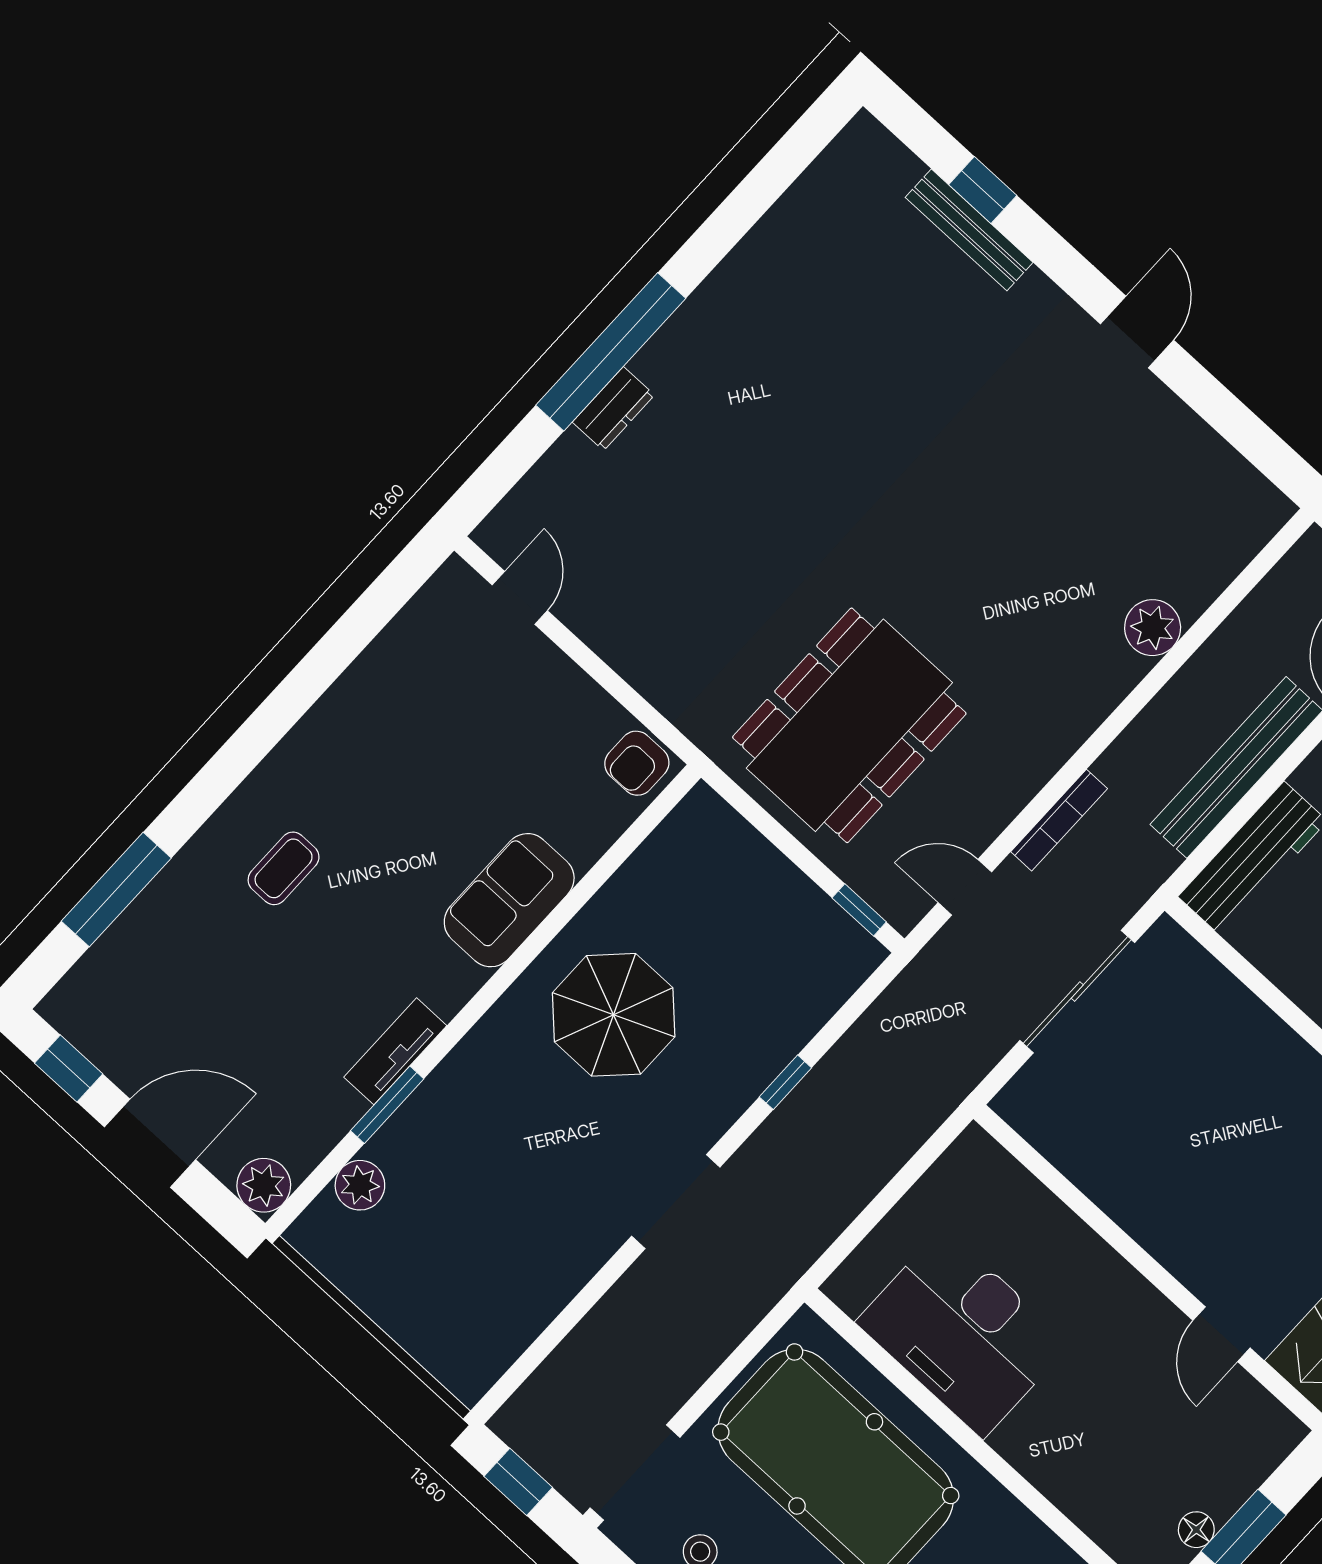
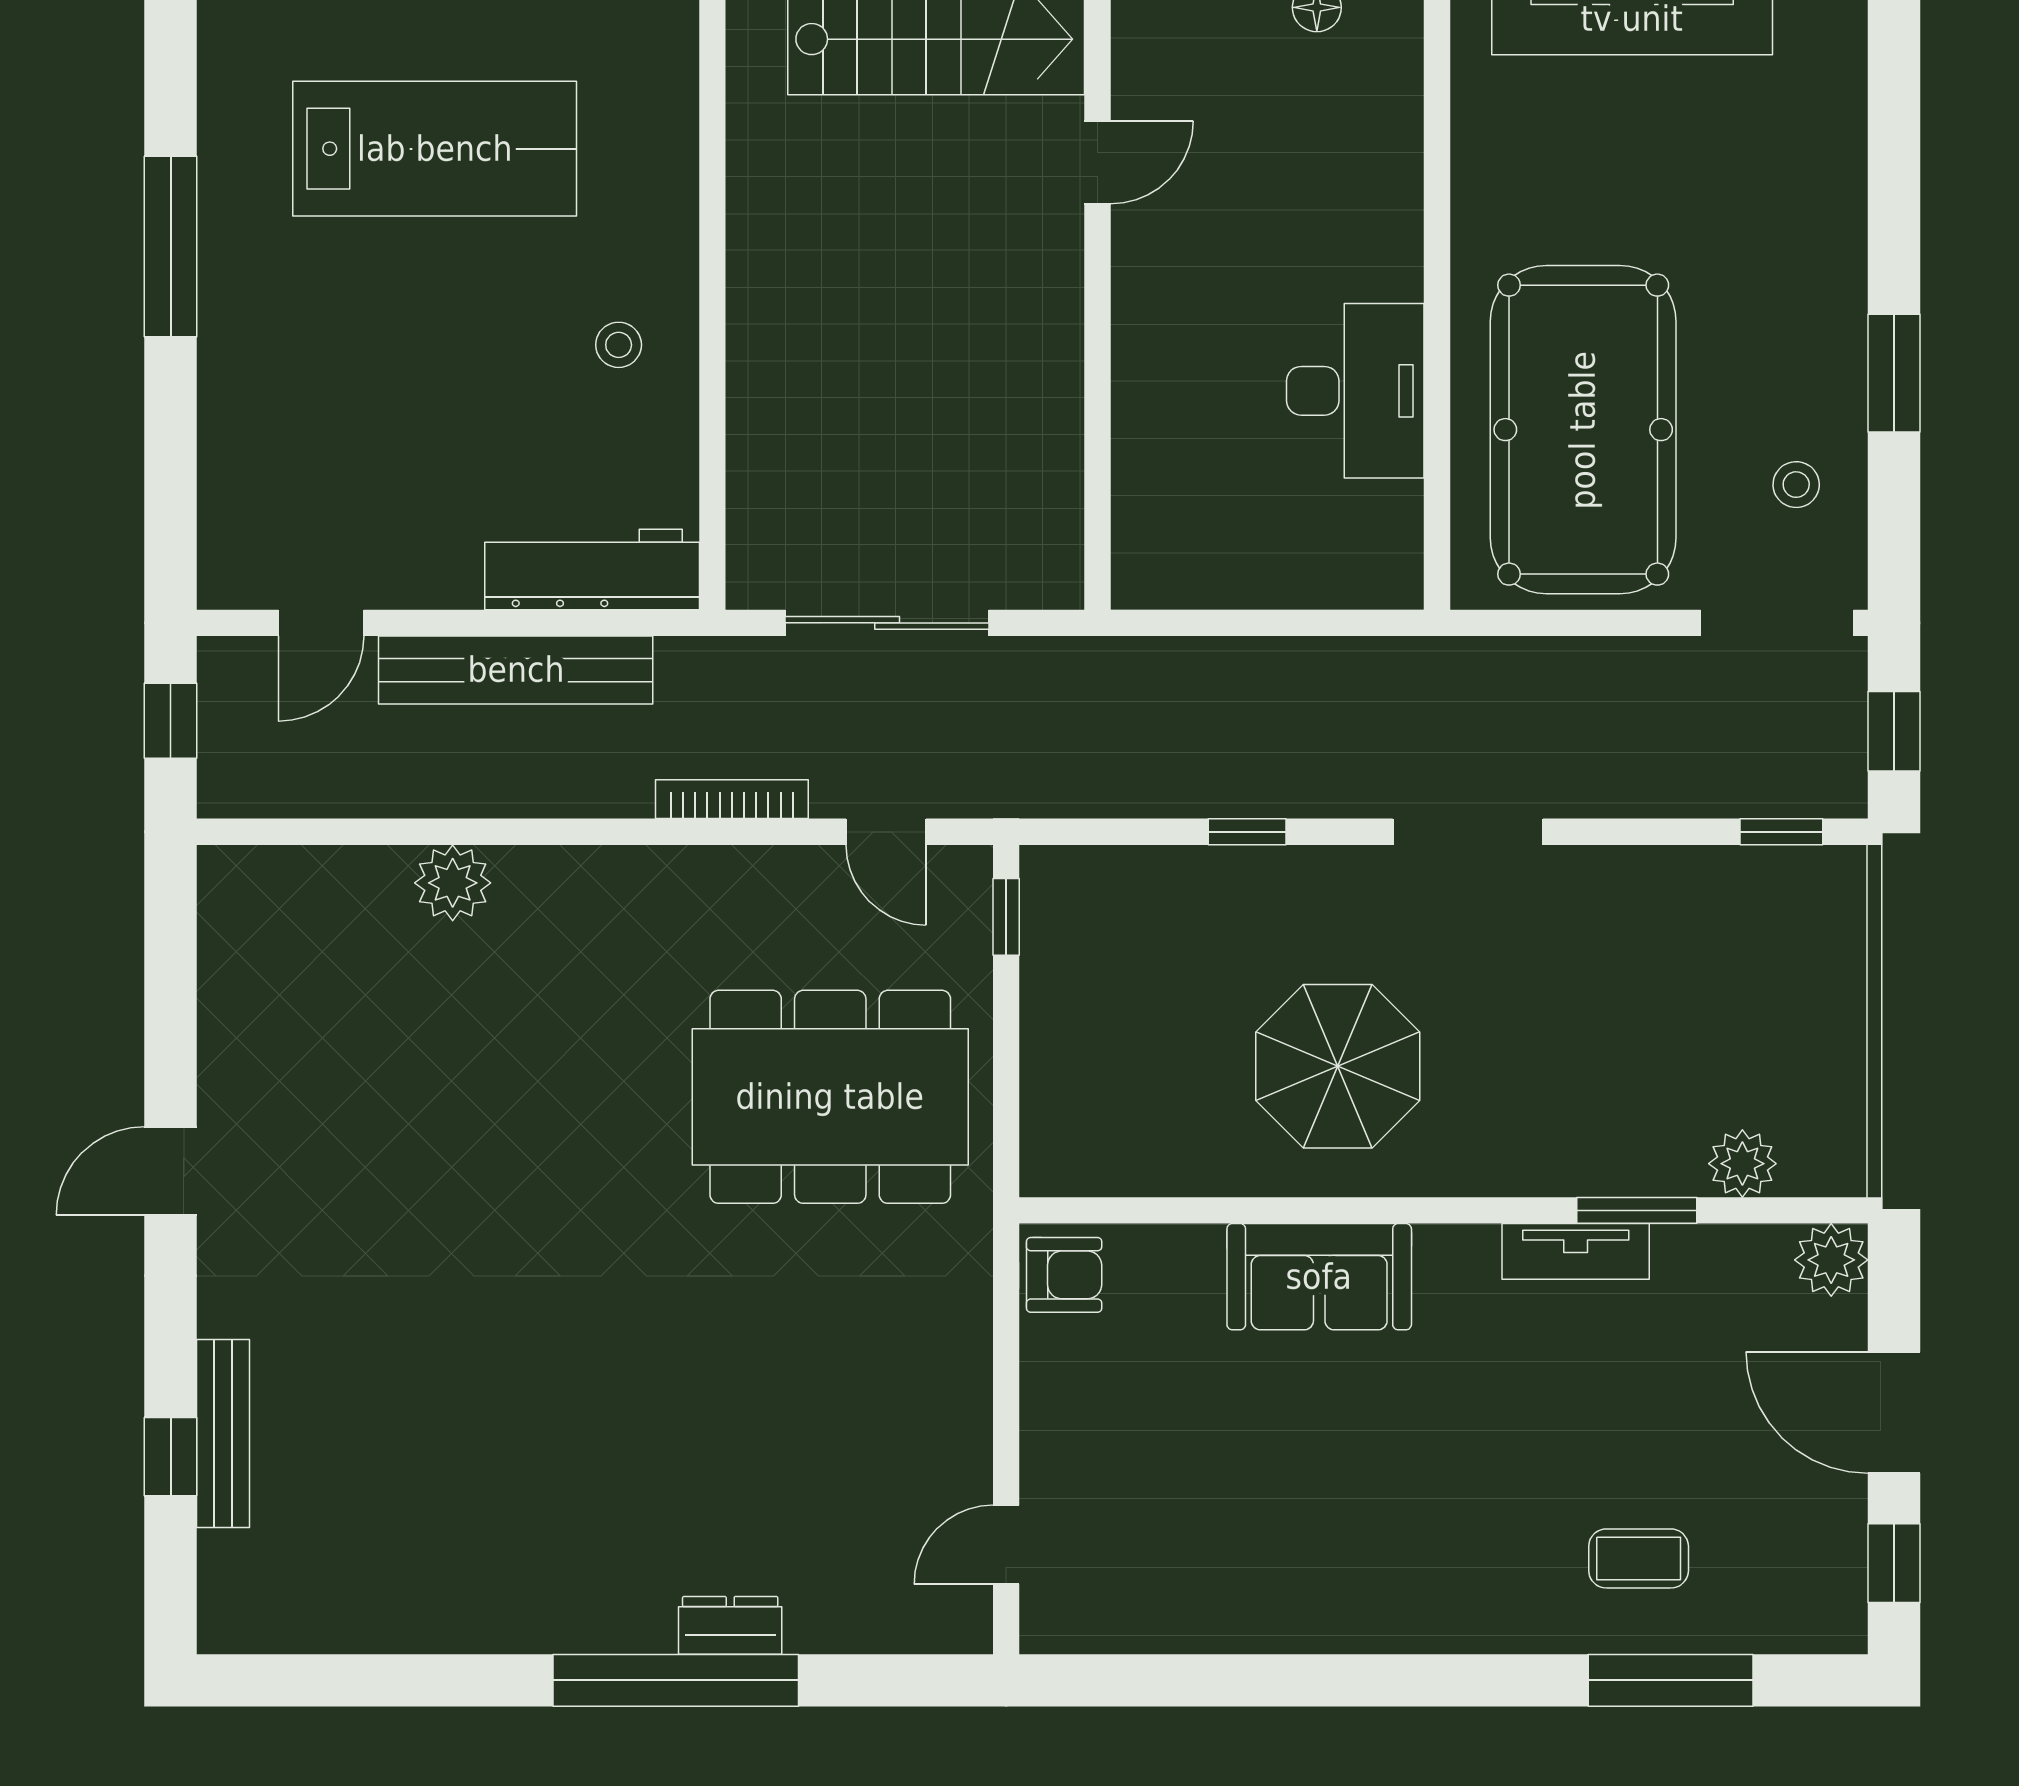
coffee table: (284, 868) -> (1639, 1558), moved
desk: (963, 1333) -> (1355, 391), width x0.73, depth x0.77
window: (520, 1371) -> (1781, 832), added

